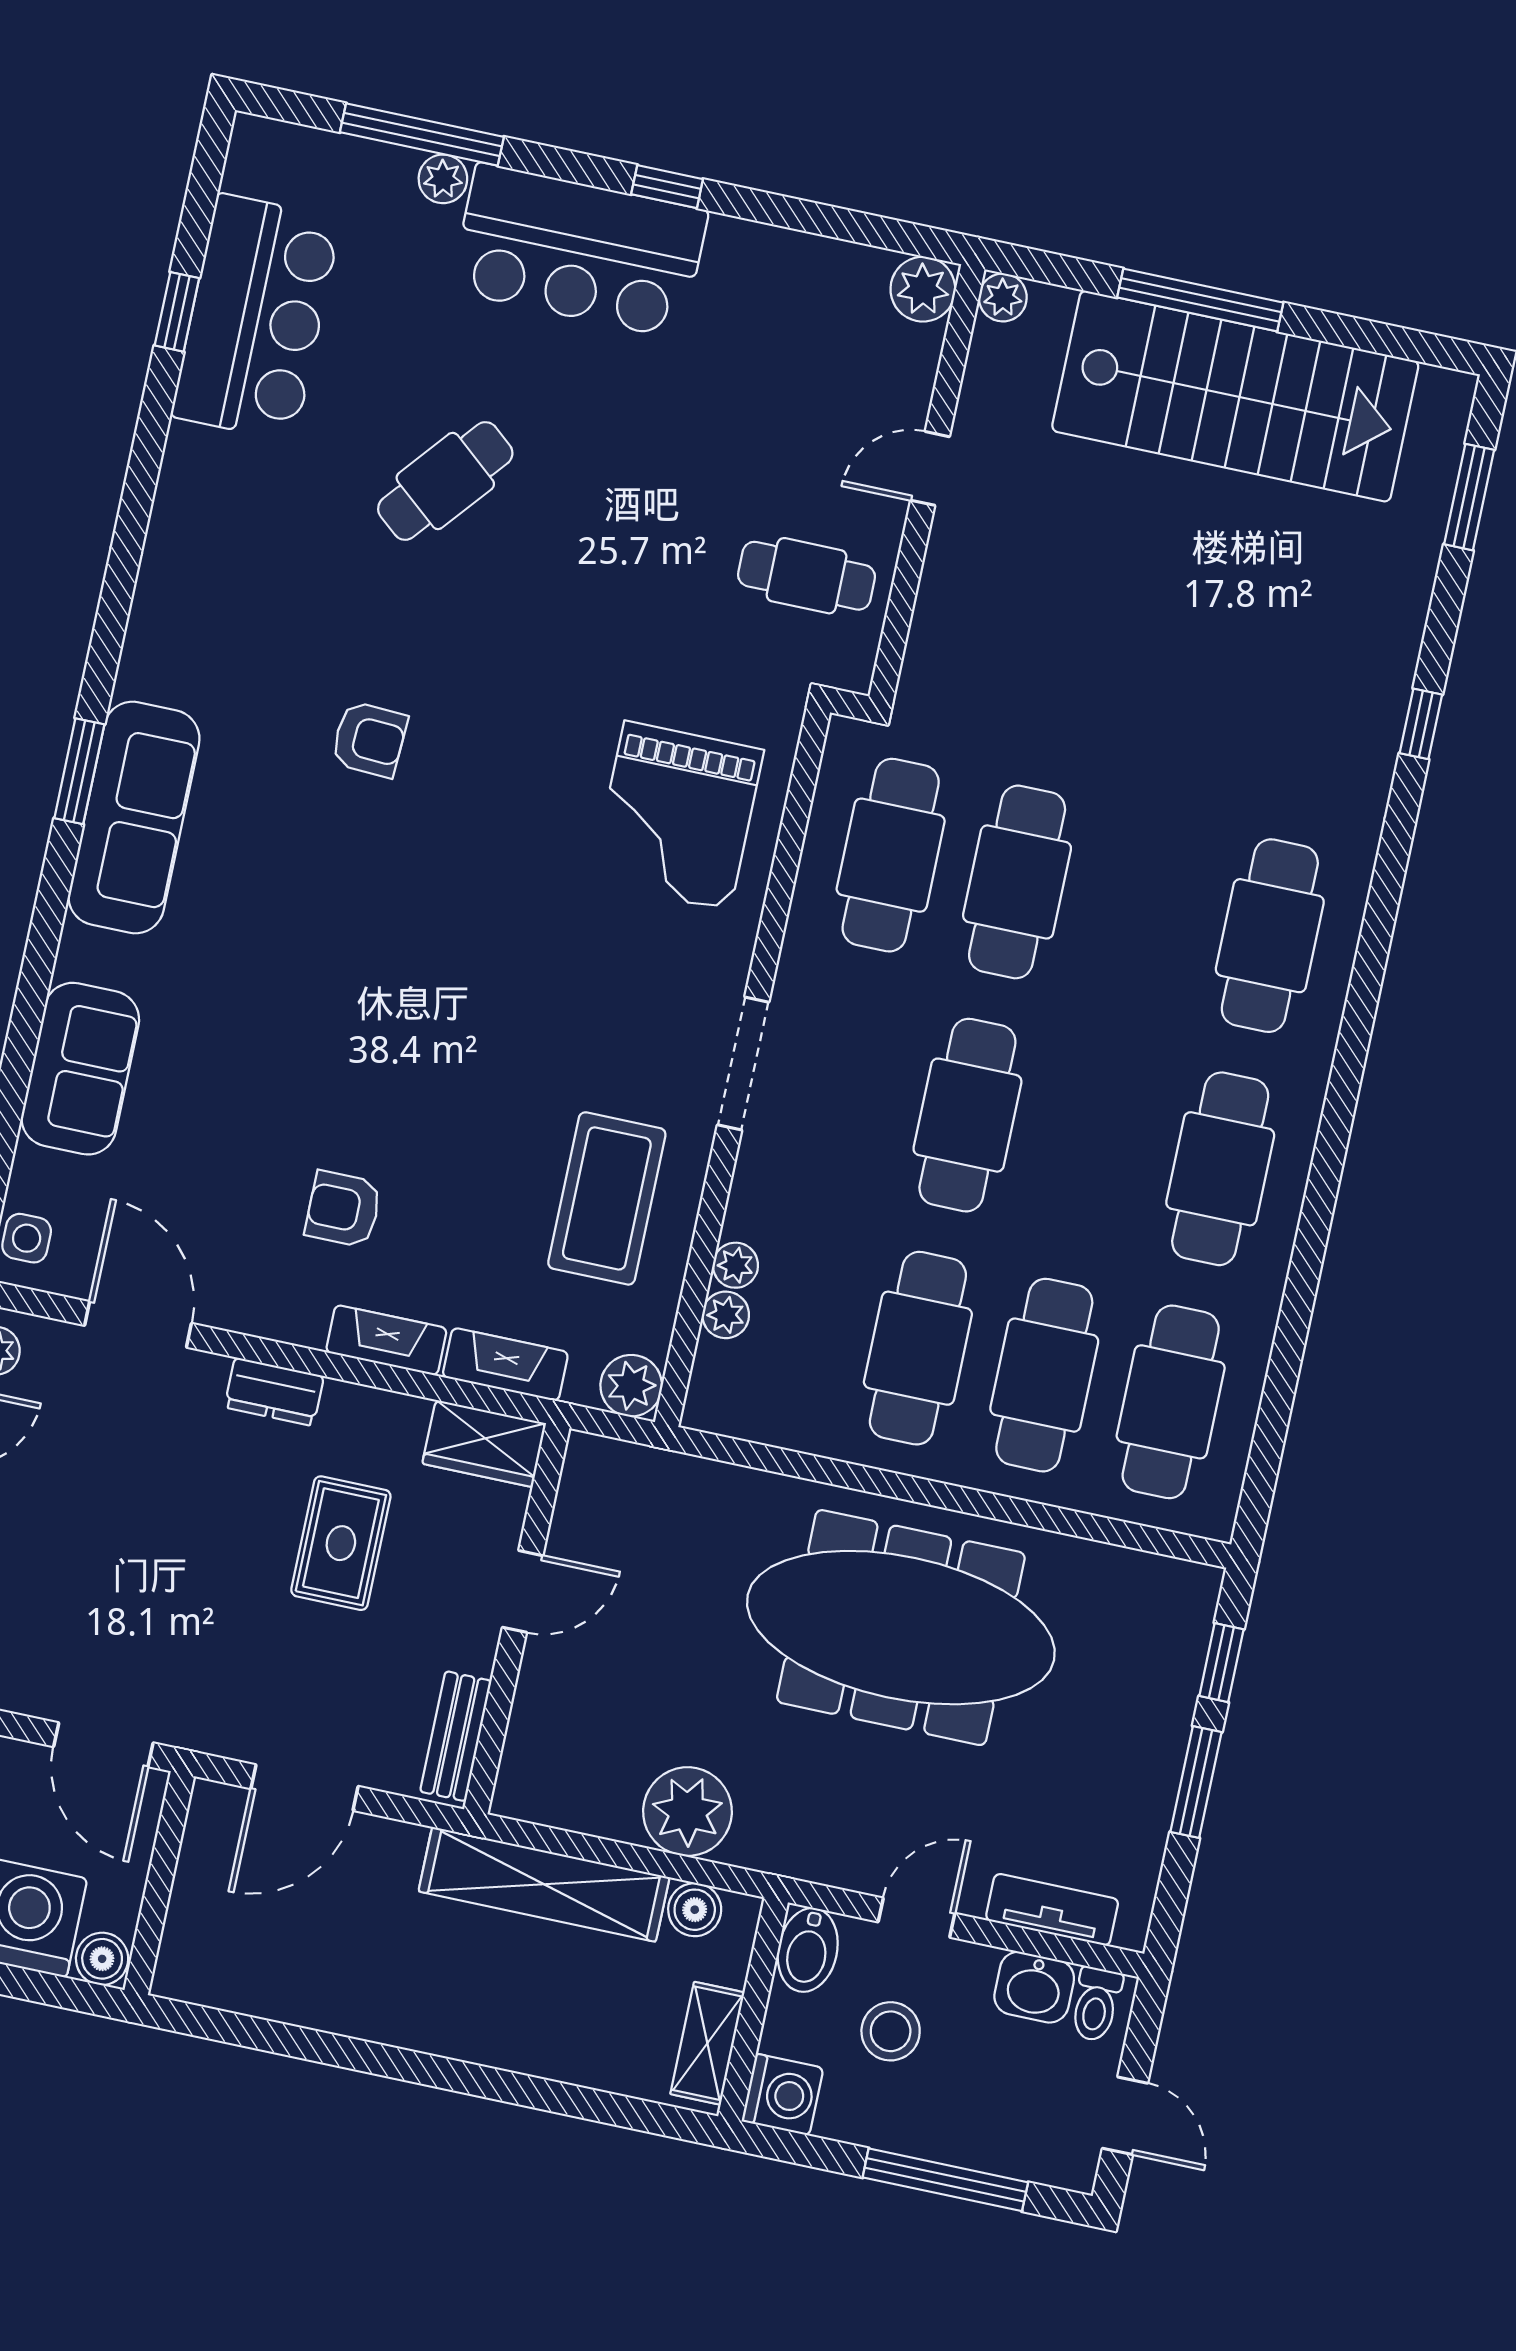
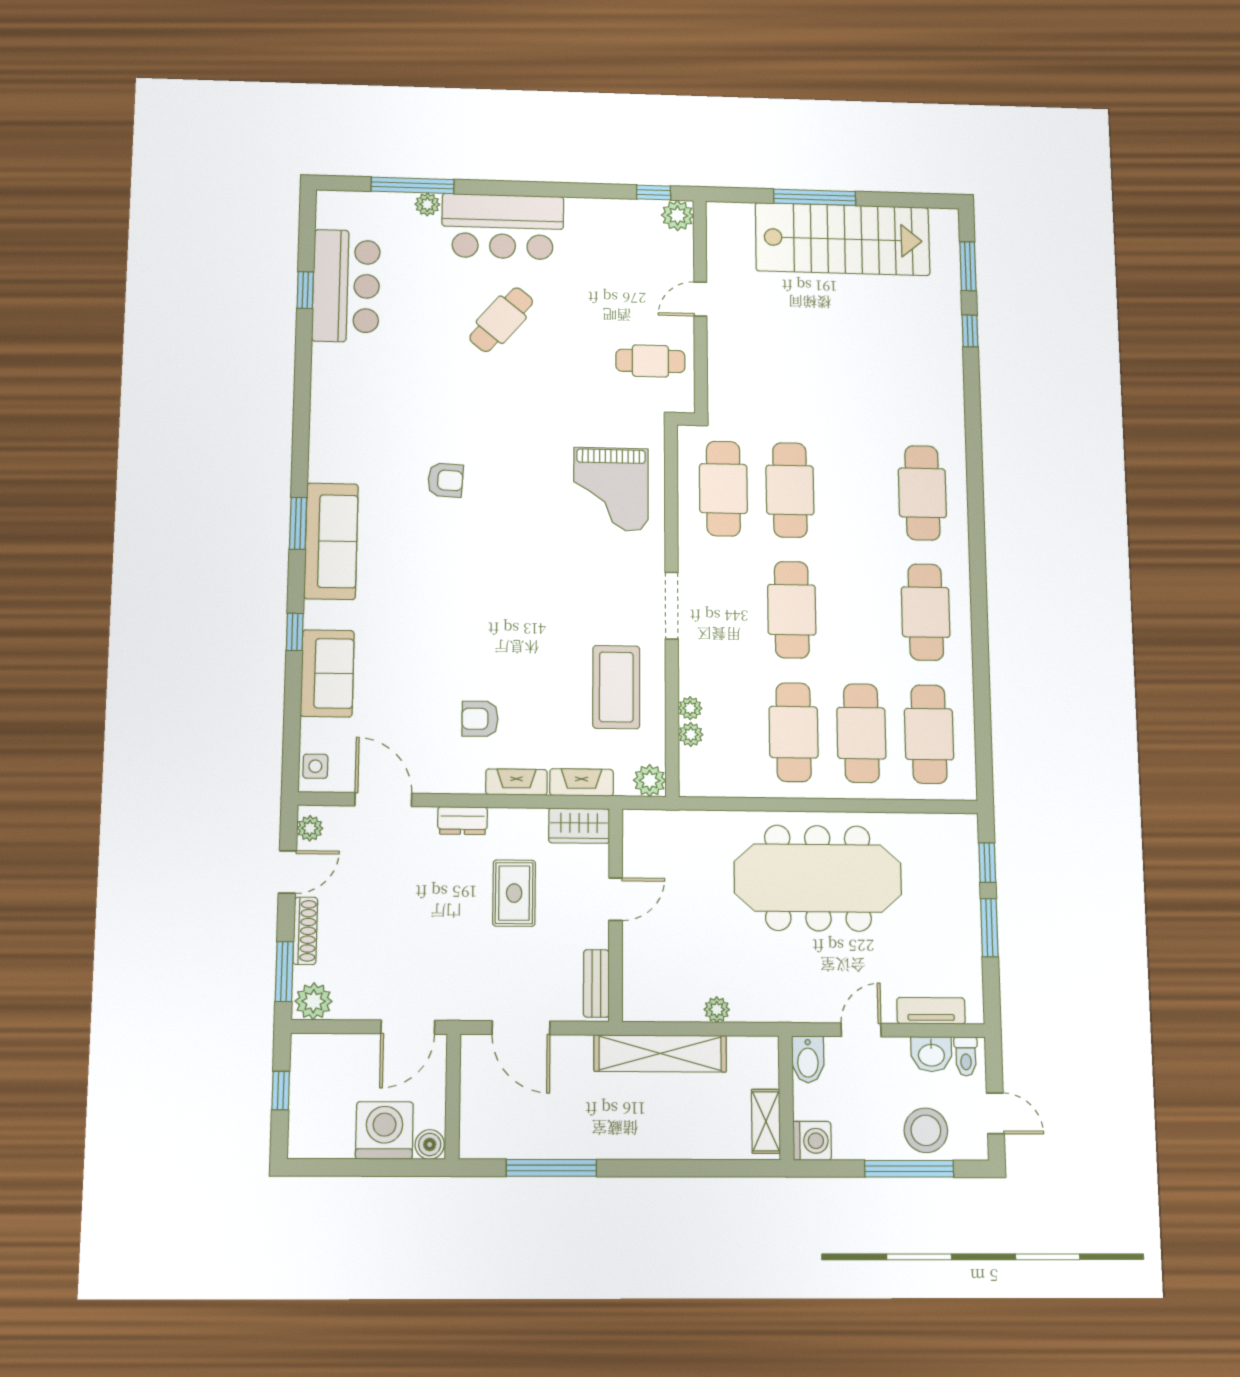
window: (667, 187) -> (654, 193), moved
plant: (1003, 297) -> (718, 213), removed
cafe table: (445, 481) -> (501, 320), moved
window: (1421, 724) -> (970, 331), moved
window: (35, 979) -> (295, 632), added
door: (103, 1745) -> (408, 1027), hinge flipped
door: (304, 1788) -> (521, 1028), hinge flipped
plant: (688, 1812) -> (717, 1010), width x0.53, depth x0.53
boiler: (695, 1910) -> (743, 1050), removed
stool: (891, 2031) -> (926, 1130), moved, width x1.38, depth x1.38
window: (308, 2044) -> (551, 1168), added

